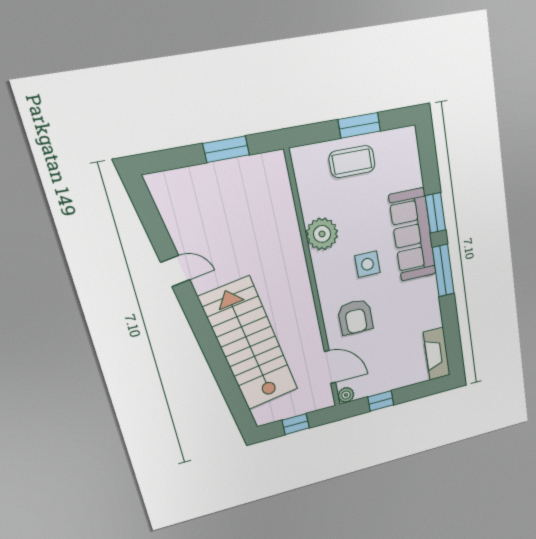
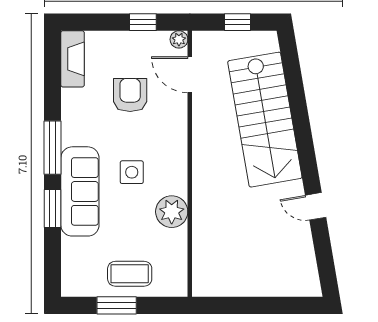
window: (226, 149) -> (244, 305), removed
armchair: (355, 317) -> (130, 95), moved

